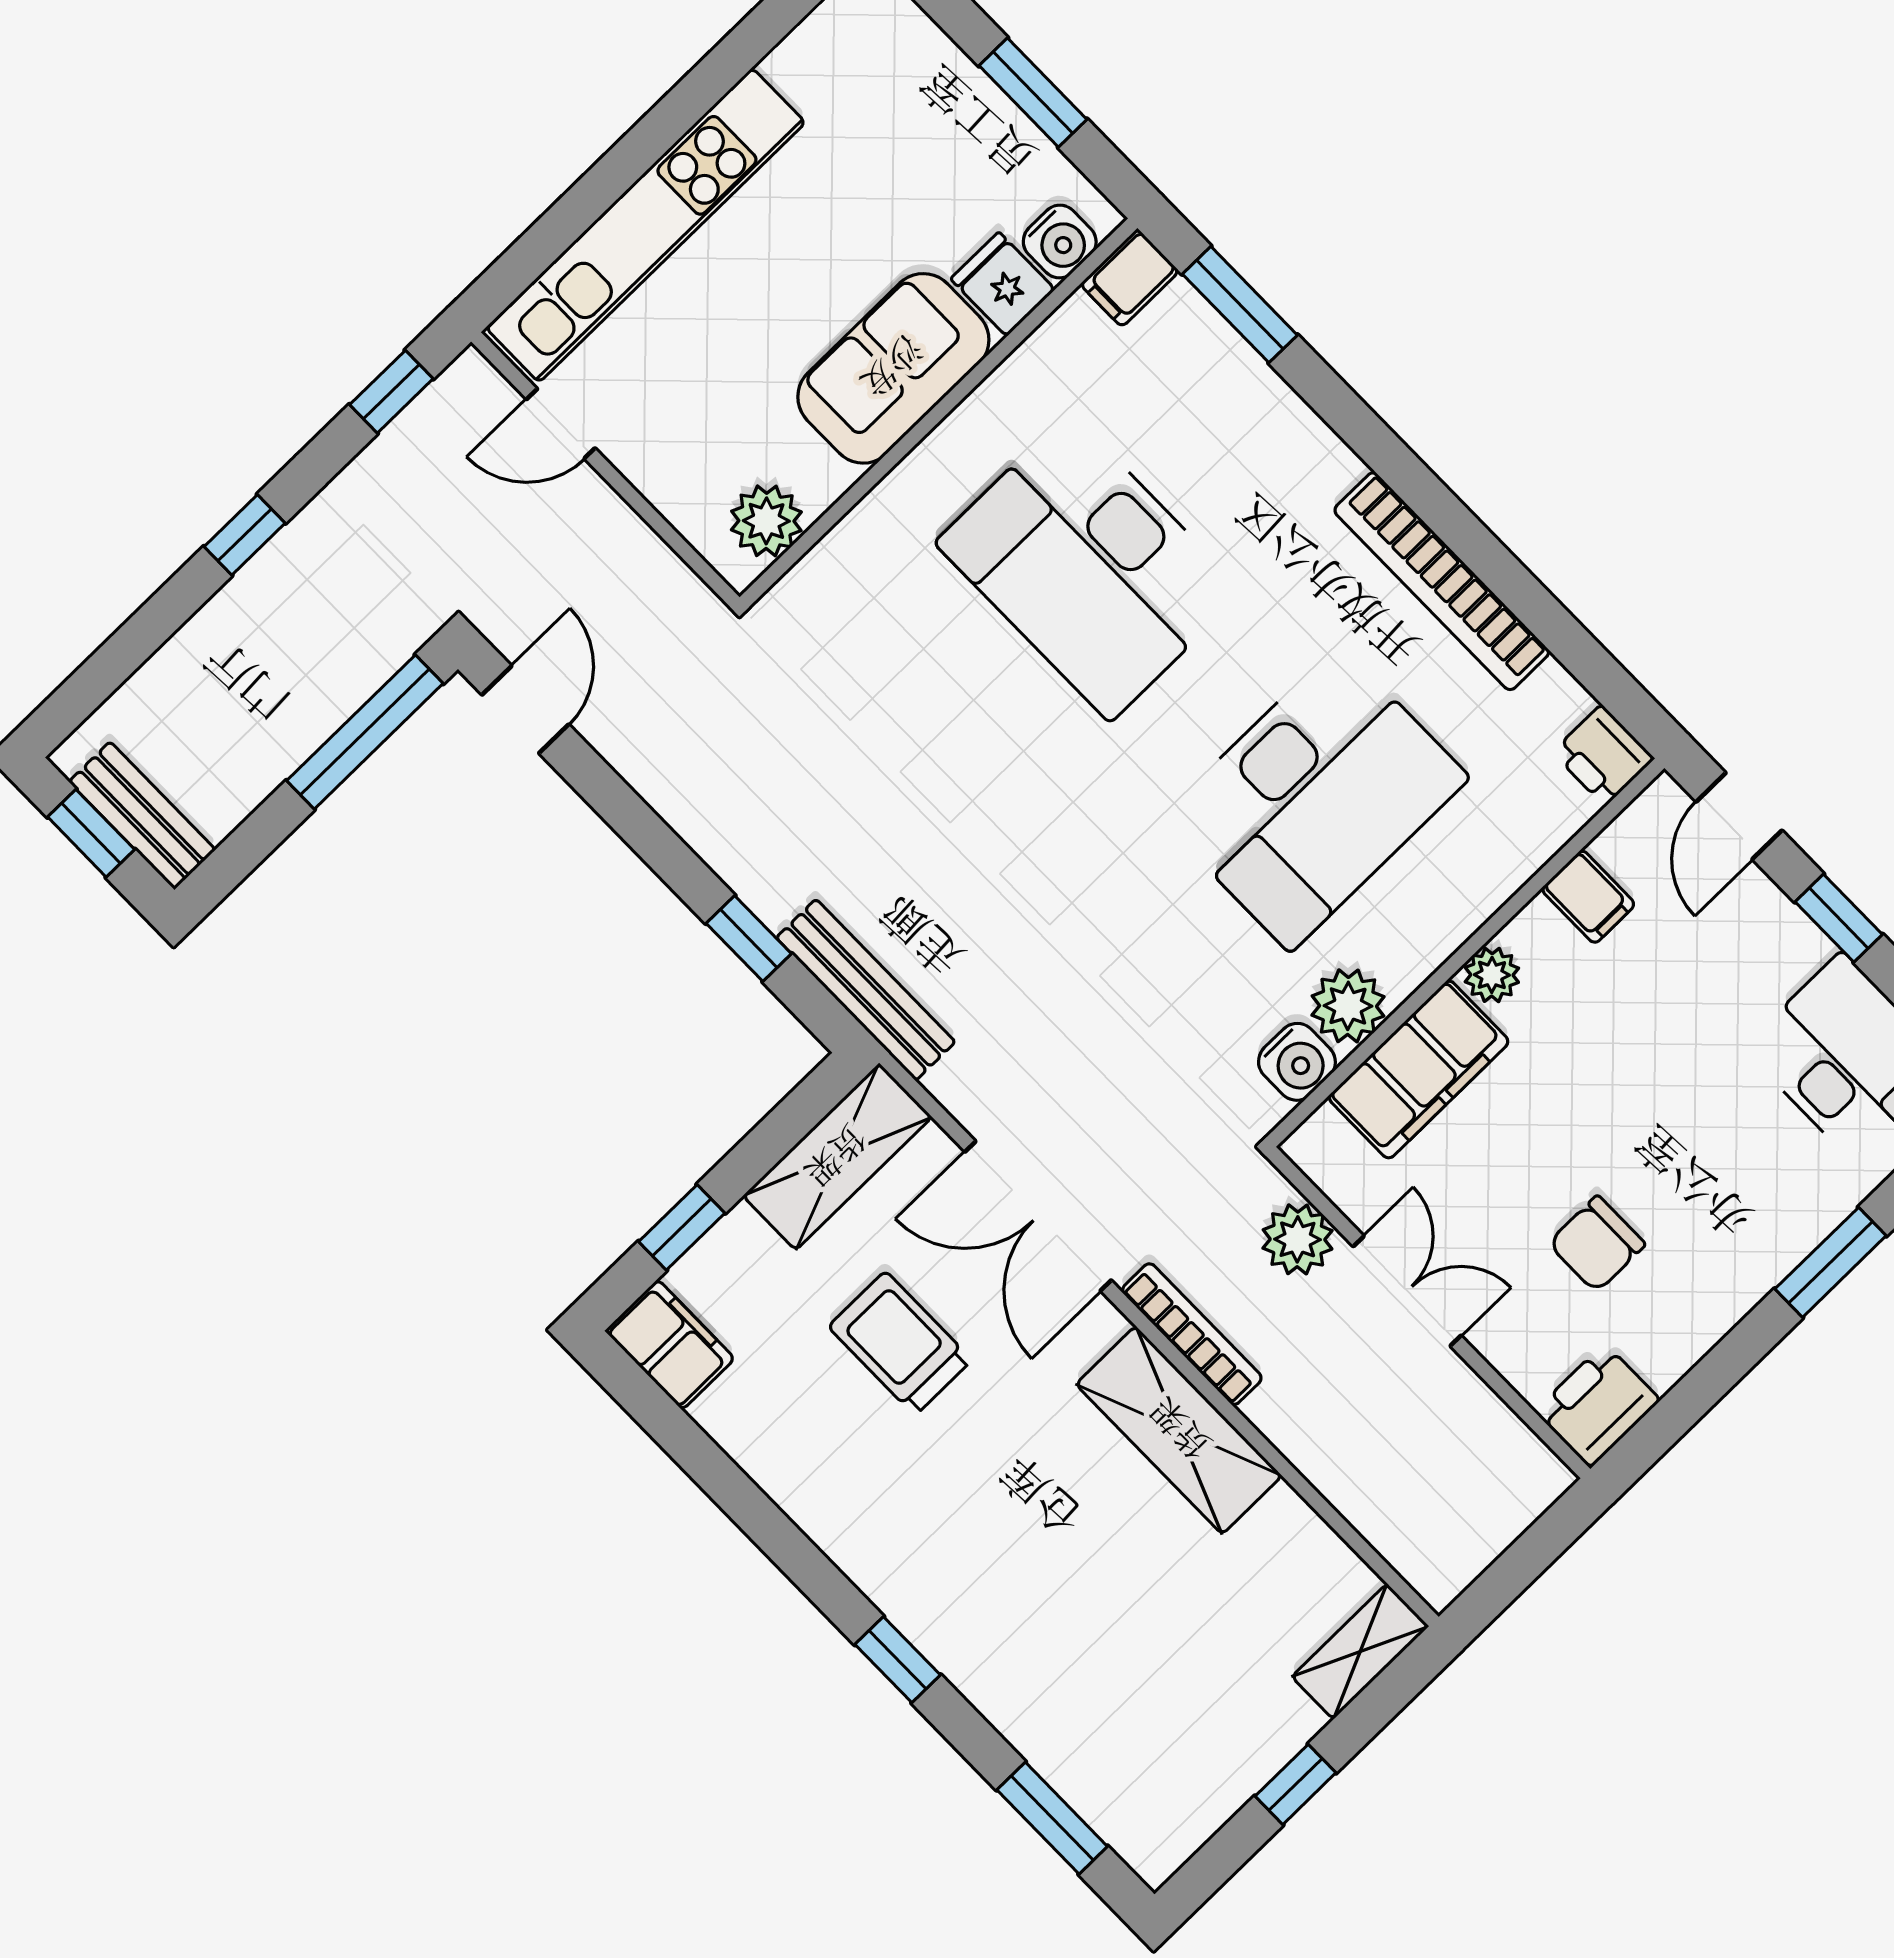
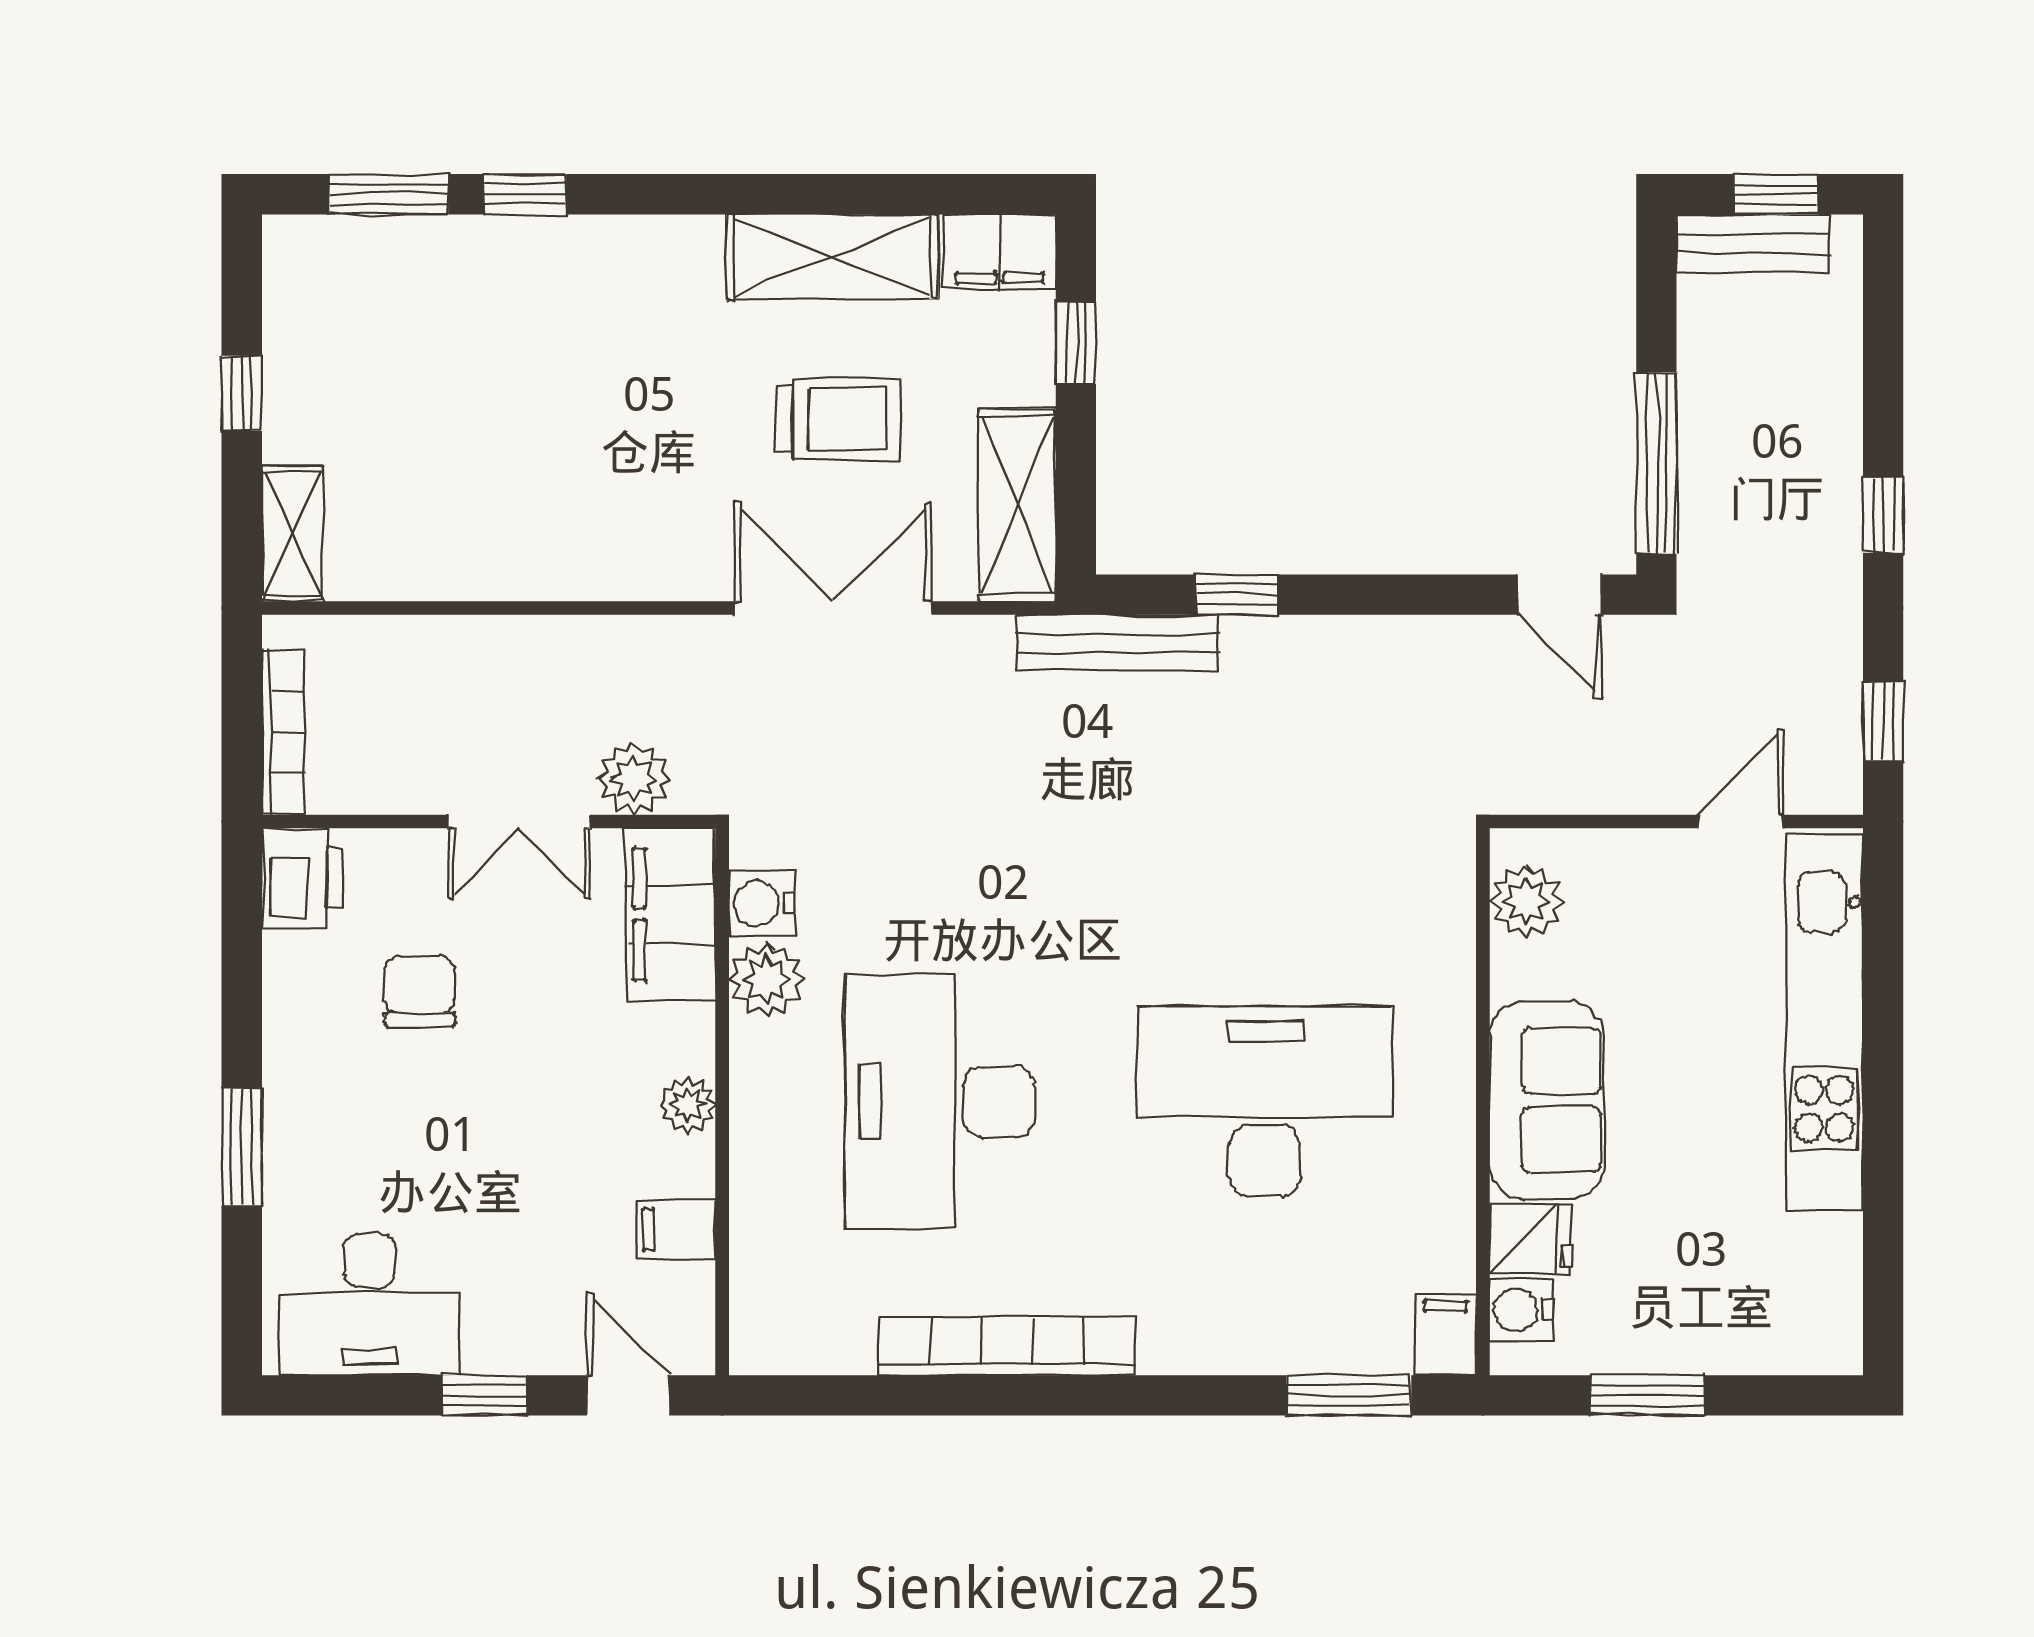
printer: (1603, 755) -> (768, 1340), removed
filing cabinet: (1419, 1069) -> (671, 914), moved
bookcase: (1192, 1334) -> (283, 732), moved, turned -90
shelving: (1179, 1430) -> (832, 257), moved
window: (898, 1660) -> (525, 194), moved

